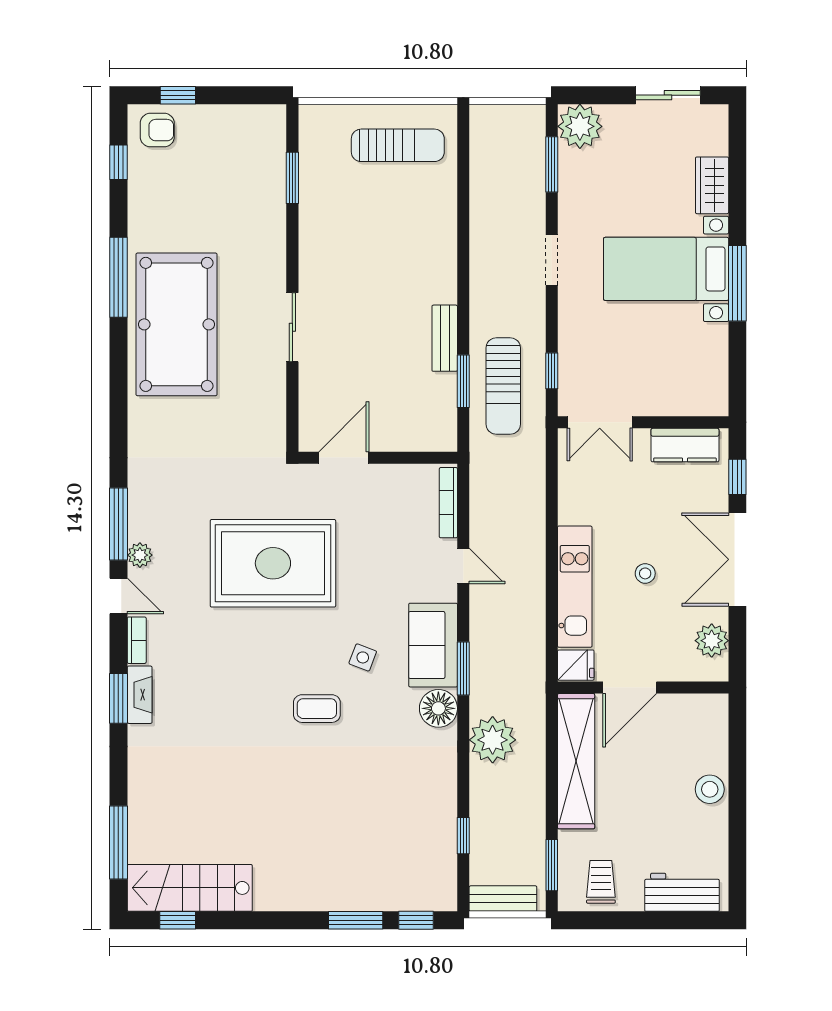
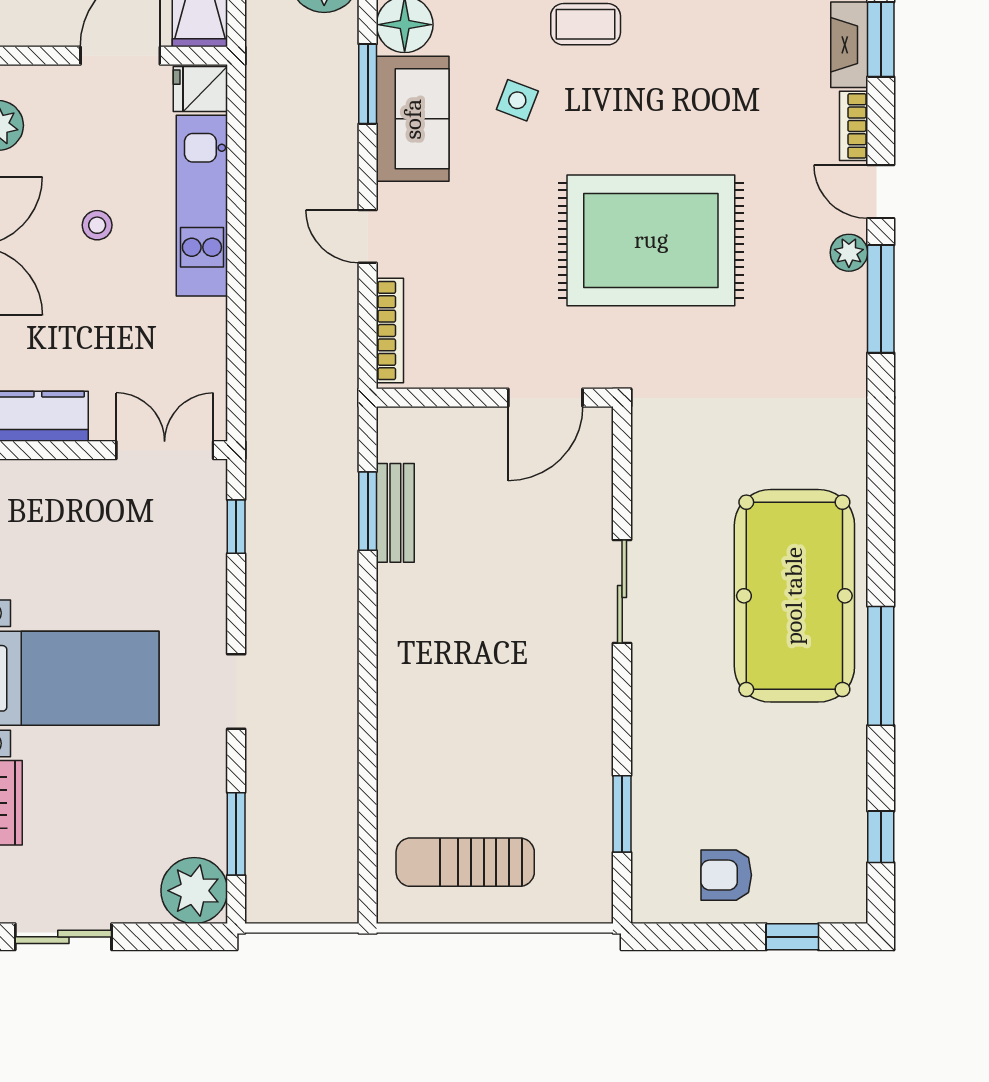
armchair: (157, 130) -> (726, 875), moved
bench: (445, 338) -> (395, 513), moved
sun lounger: (503, 386) -> (308, 504), removed

